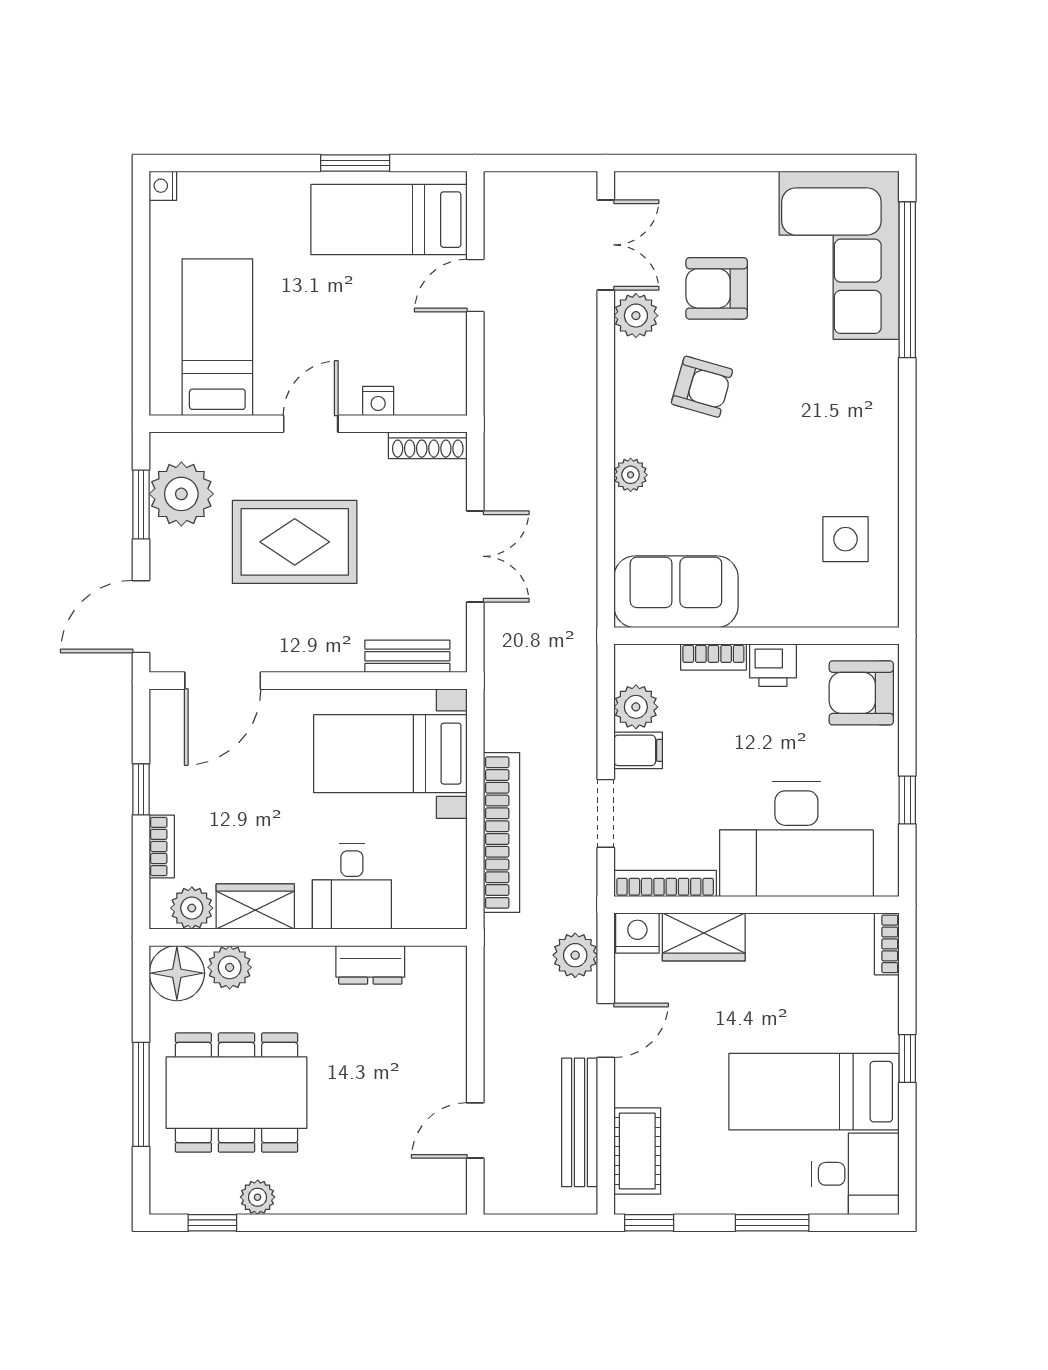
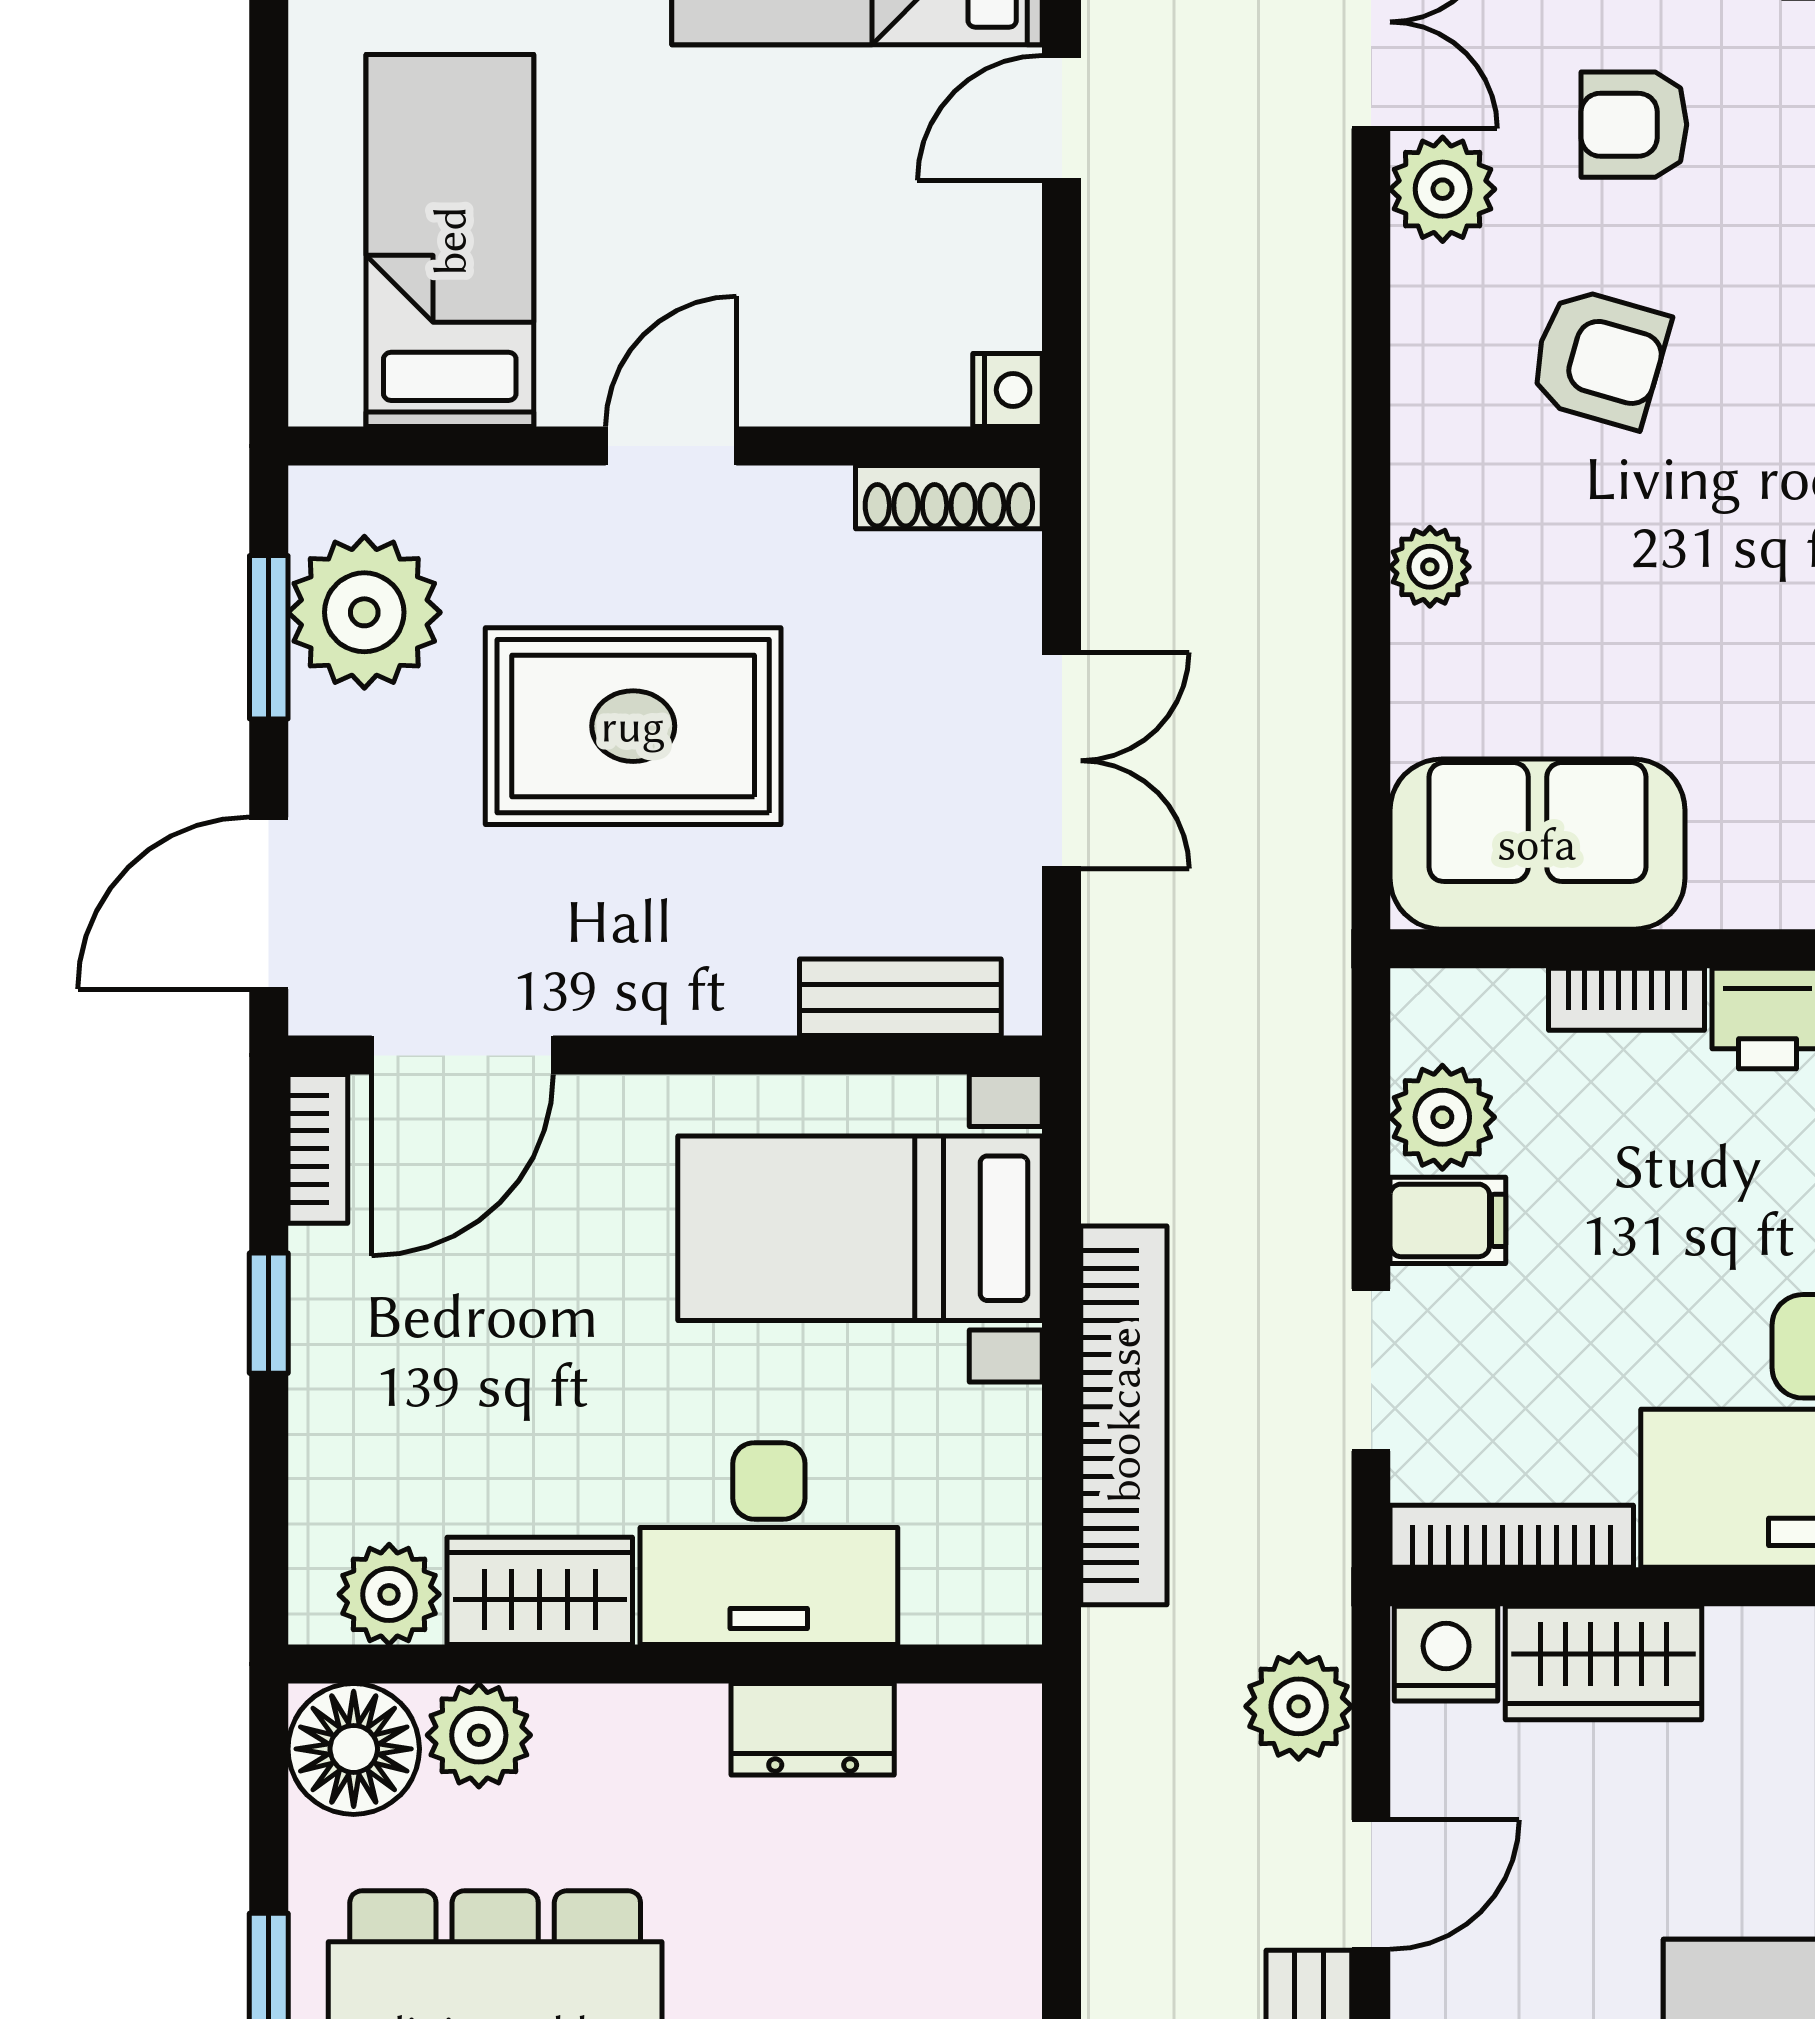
armchair: (717, 288) -> (1634, 125), width x0.72, depth x0.72
nightstand: (378, 401) -> (1008, 390), moved, turned -90
bookcase: (162, 846) -> (318, 1149), moved
desk: (352, 887) -> (769, 1544), width x1.37

